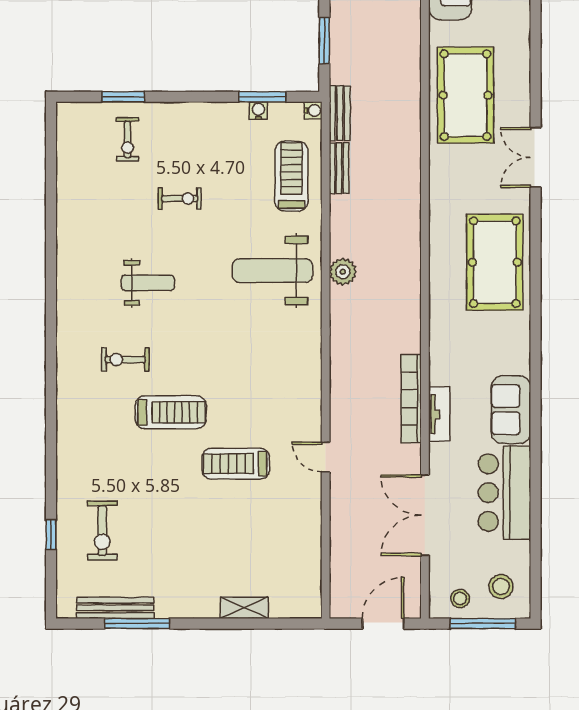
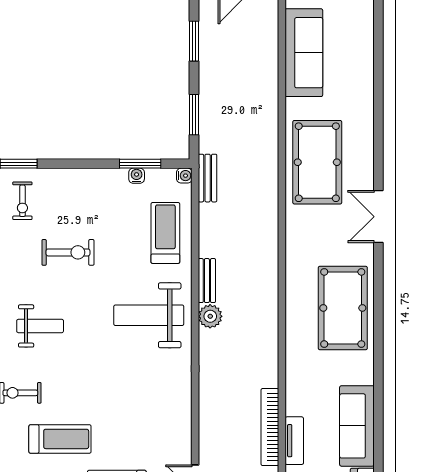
bench: (339, 168) -> (207, 281), moved
exercise bike: (180, 199) -> (68, 252), width x1.38, depth x1.39
sofa: (511, 410) -> (357, 426), width x1.36

